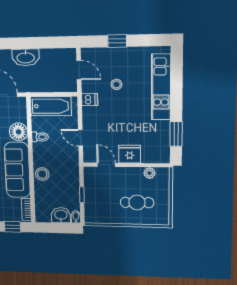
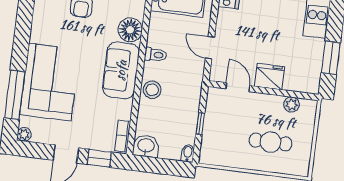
toilet: (40, 137) -> (156, 55), moved
sofa: (17, 170) -> (121, 70), width x0.73
washbasin: (61, 215) -> (146, 146), moved

